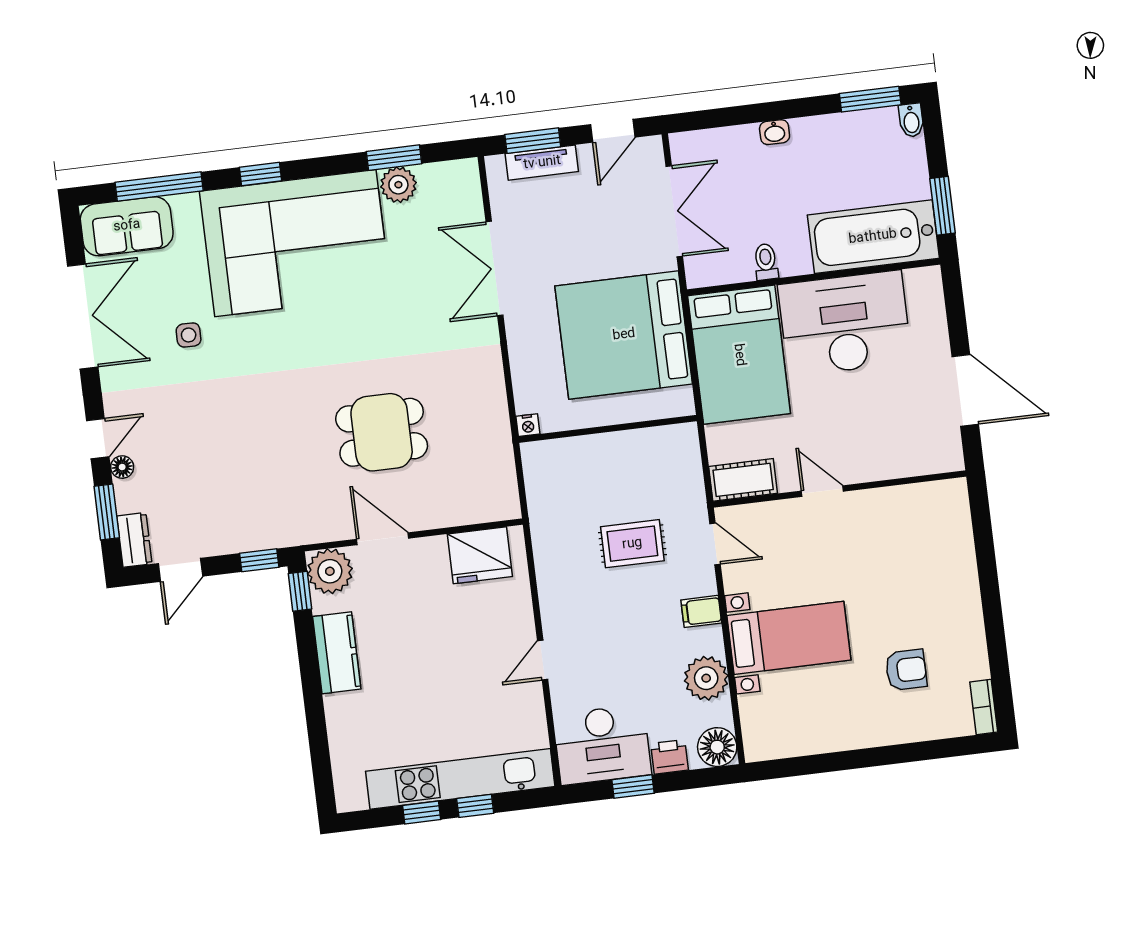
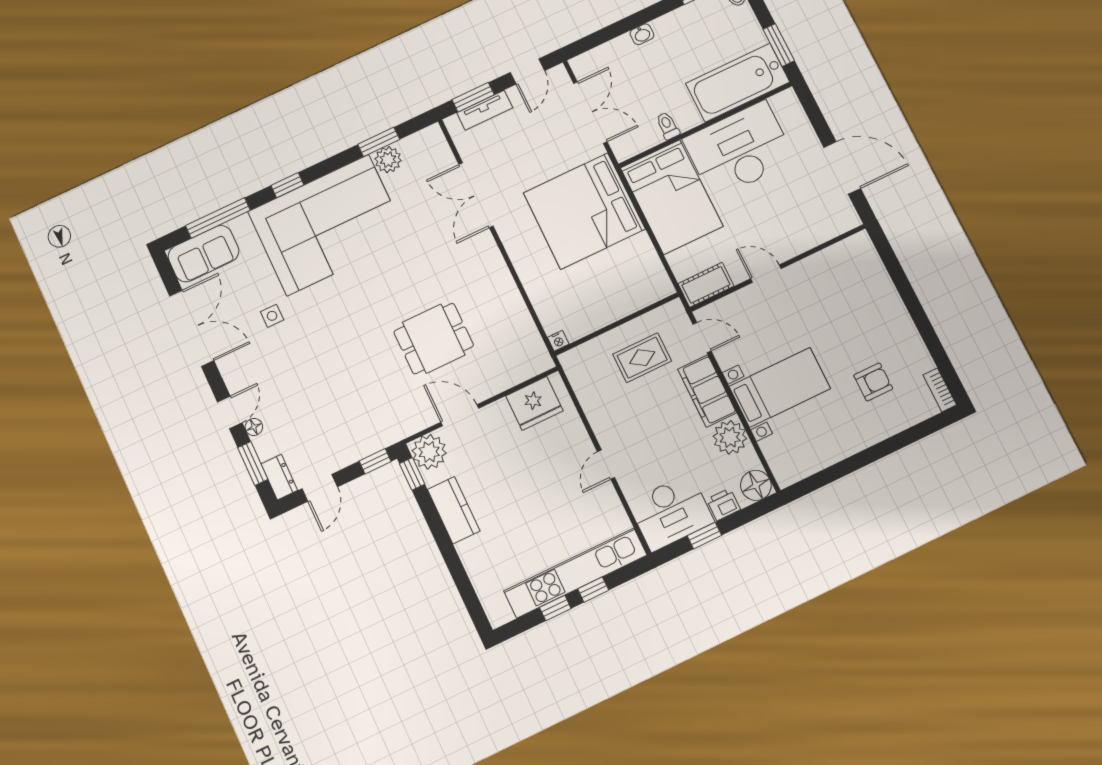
nightstand: (528, 425) -> (558, 341), moved
wall: (608, 429) -> (617, 324), moved
filing cabinet: (701, 611) -> (707, 391), width x3.00, depth x1.17

